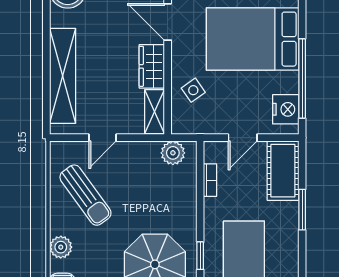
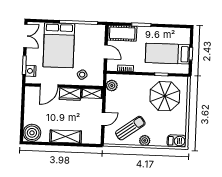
shelving: (63, 76) -> (66, 137), width x0.68
nightstand: (286, 109) -> (93, 31), removed
door: (103, 138) -> (103, 119), hinge flipped
plant: (61, 247) -> (145, 140), moved

